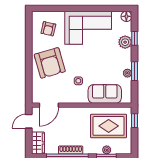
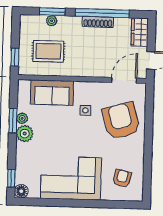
window: (135, 38) -> (11, 178), moved
plant: (125, 42) -> (25, 134), moved
armchair: (50, 63) -> (121, 121), moved
rug: (109, 126) -> (48, 51), width x0.73, depth x0.70

